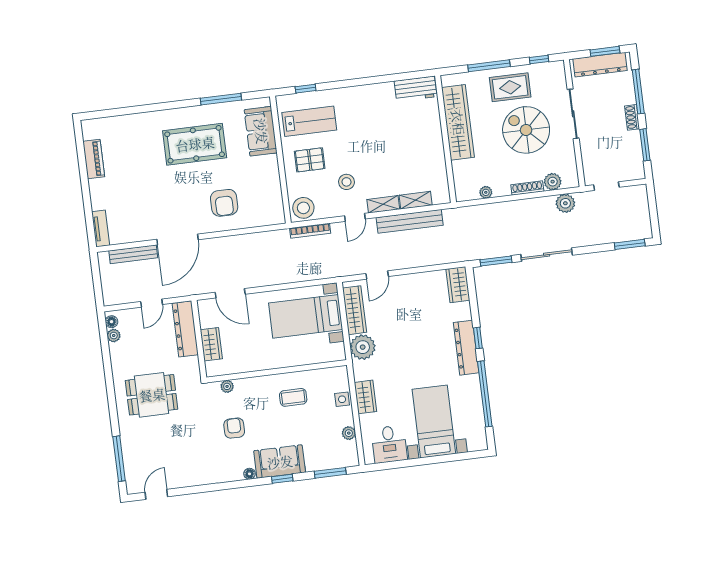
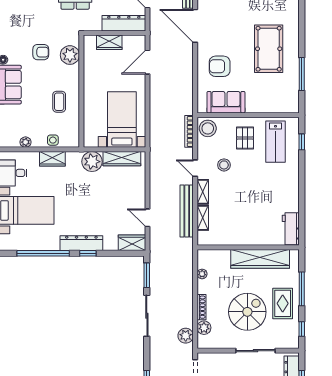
sofa: (261, 131) -> (226, 102), moved
door: (377, 275) -> (148, 218), moved
plant: (227, 386) -> (70, 55), width x1.88, depth x1.88

